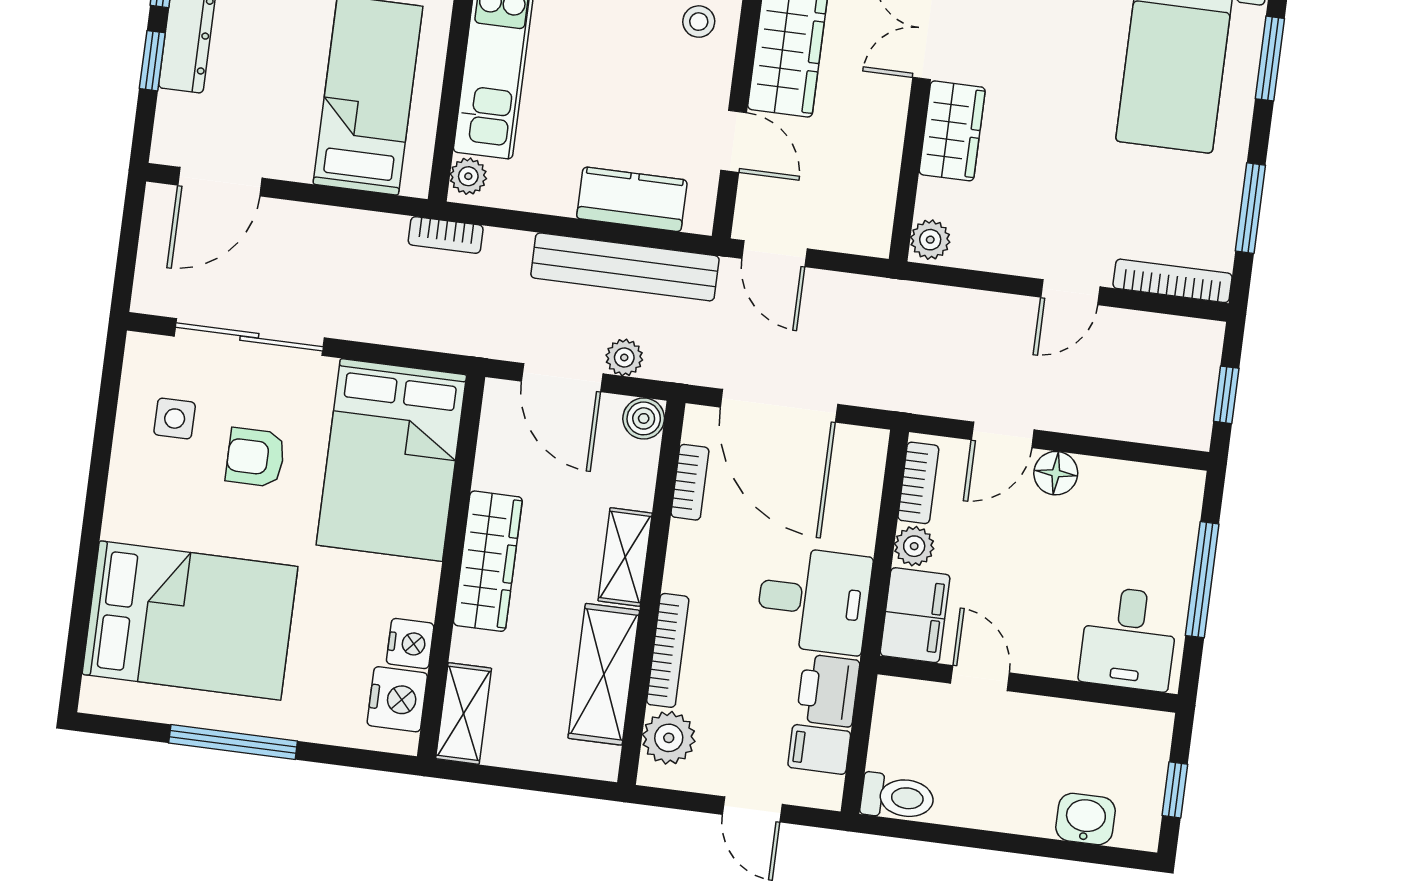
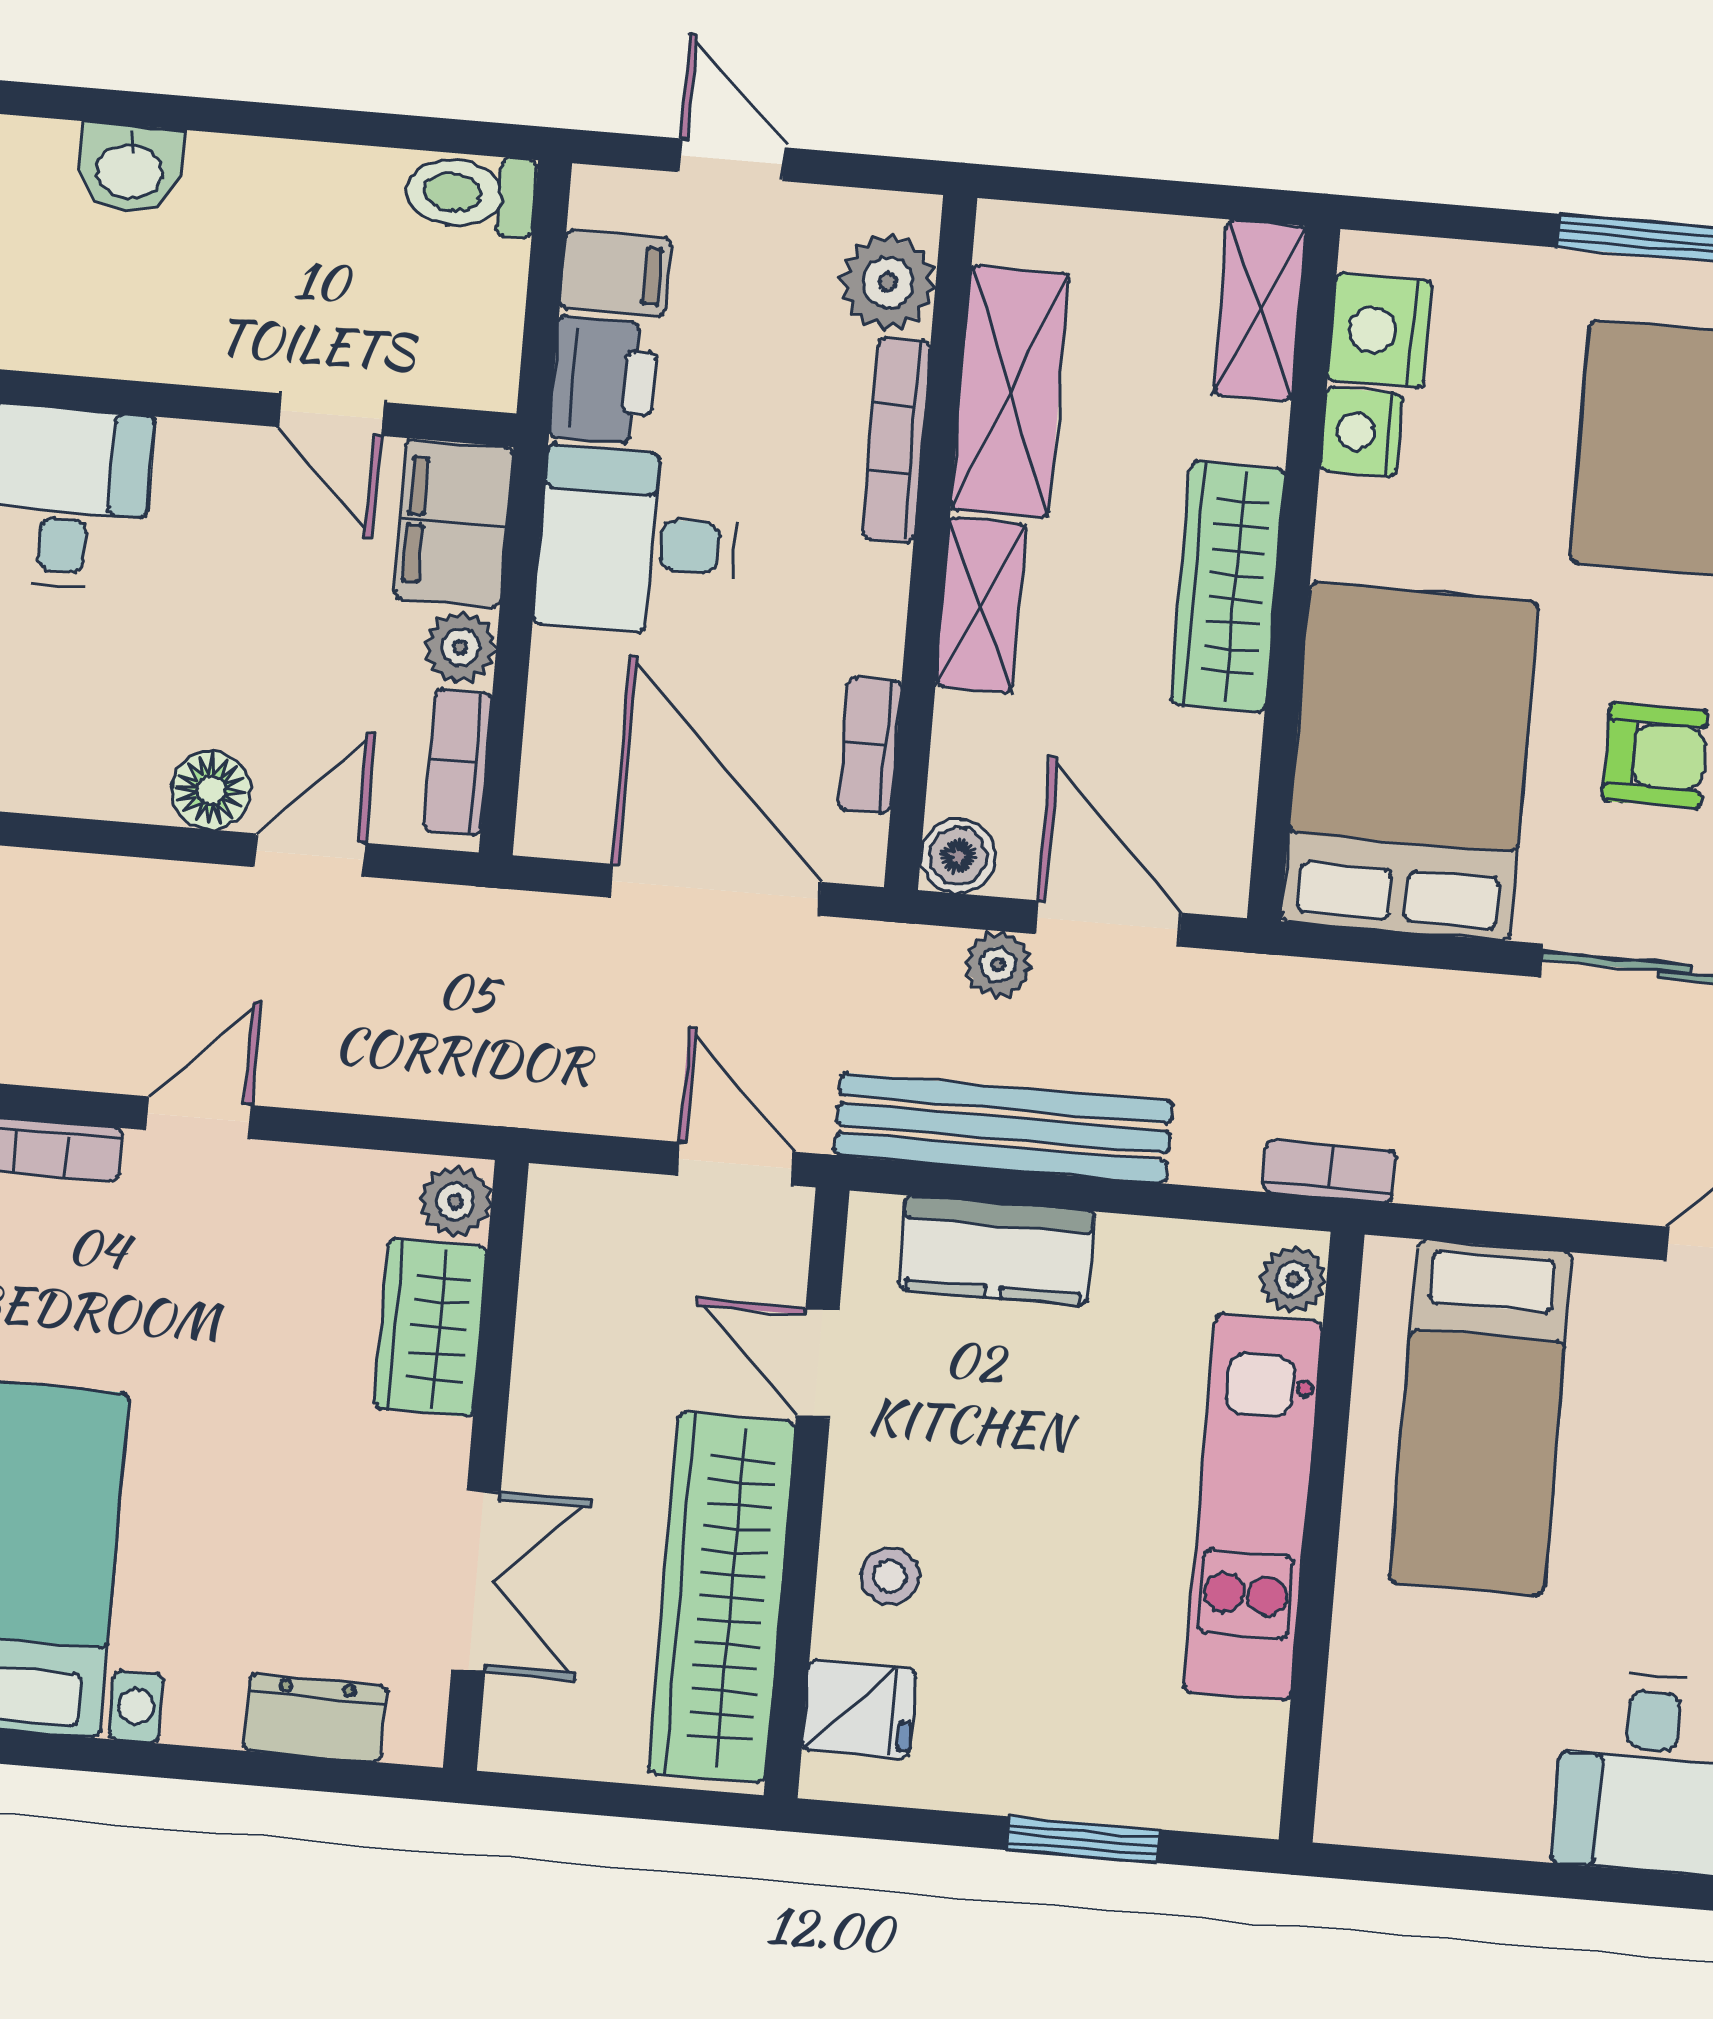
wardrobe: (952, 131) -> (431, 1328), moved

